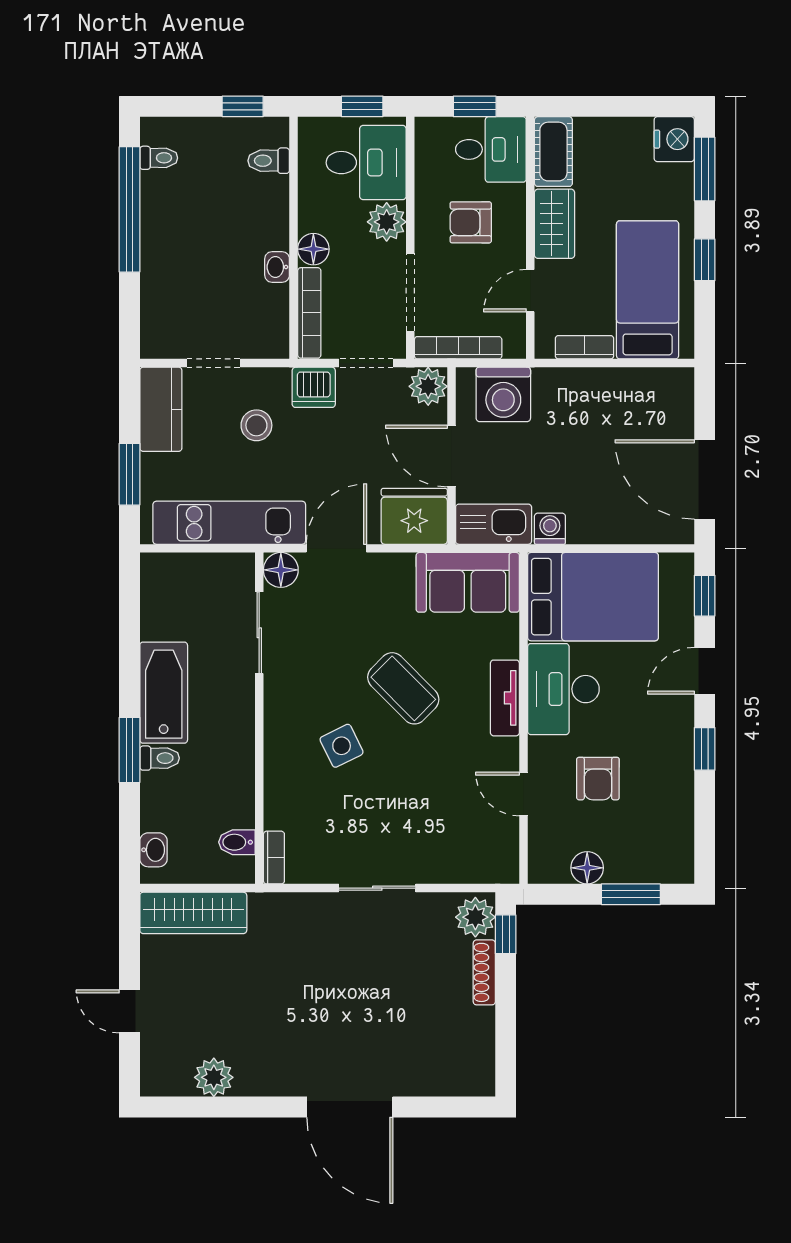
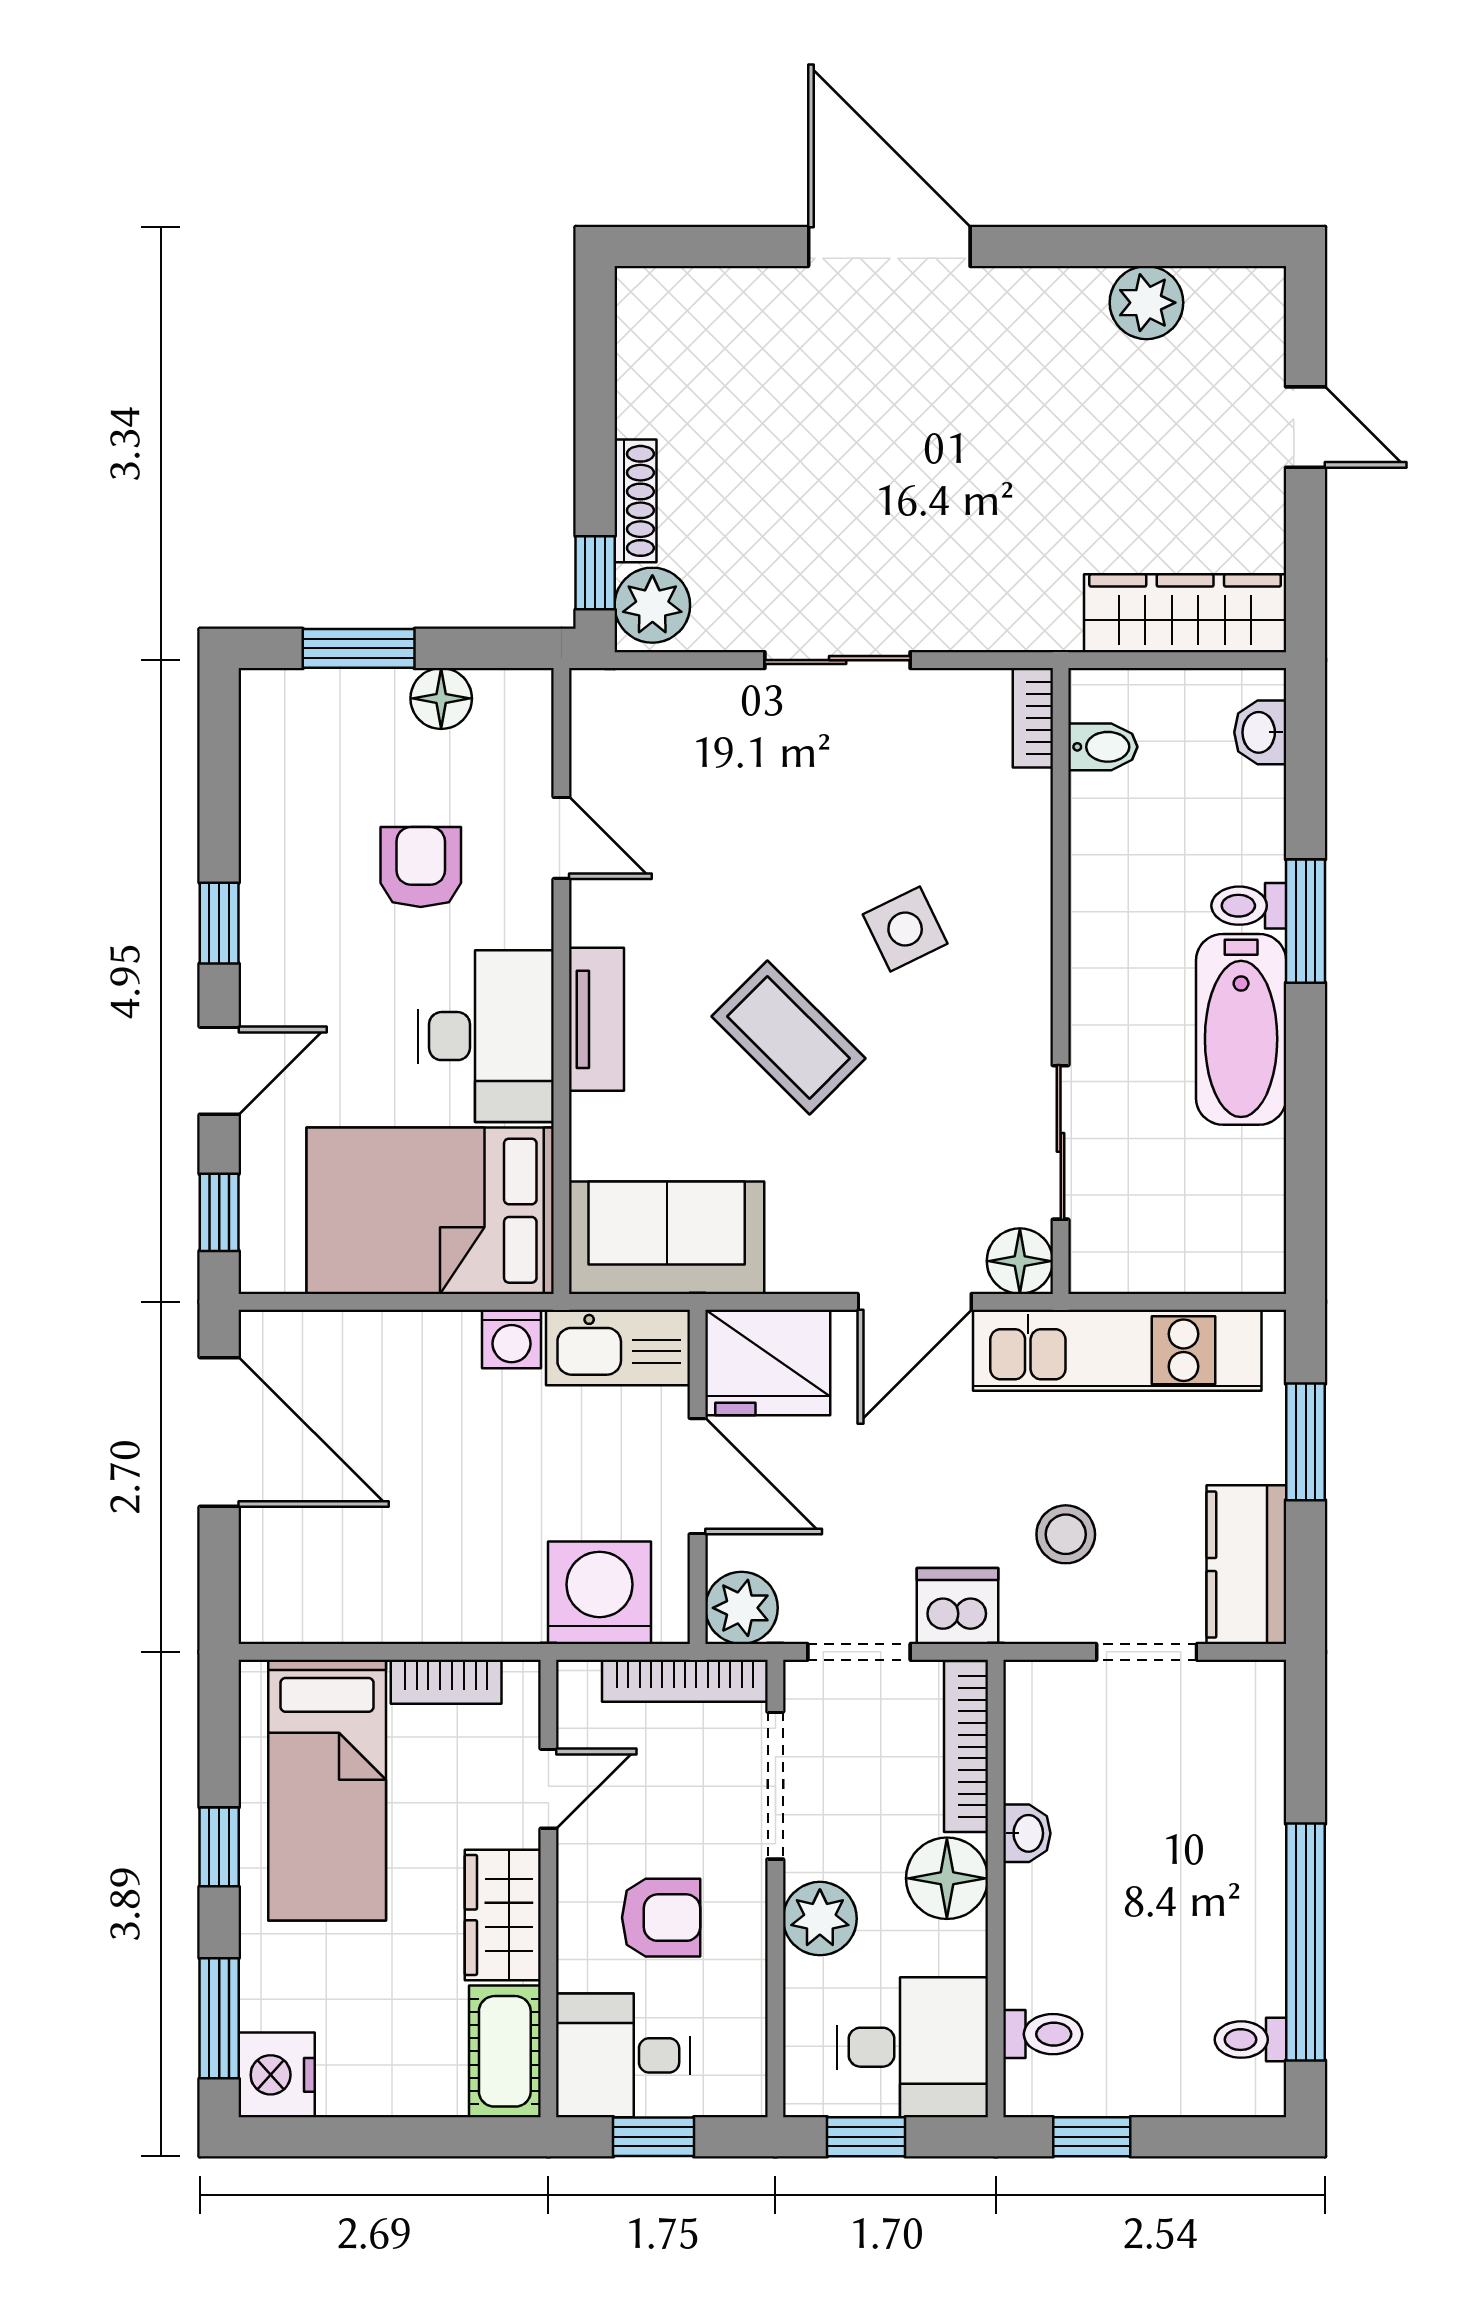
desk: (366, 163) -> (912, 2047), moved, turned 180
floor lamp: (313, 249) -> (947, 1878), width x1.38, depth x1.38

